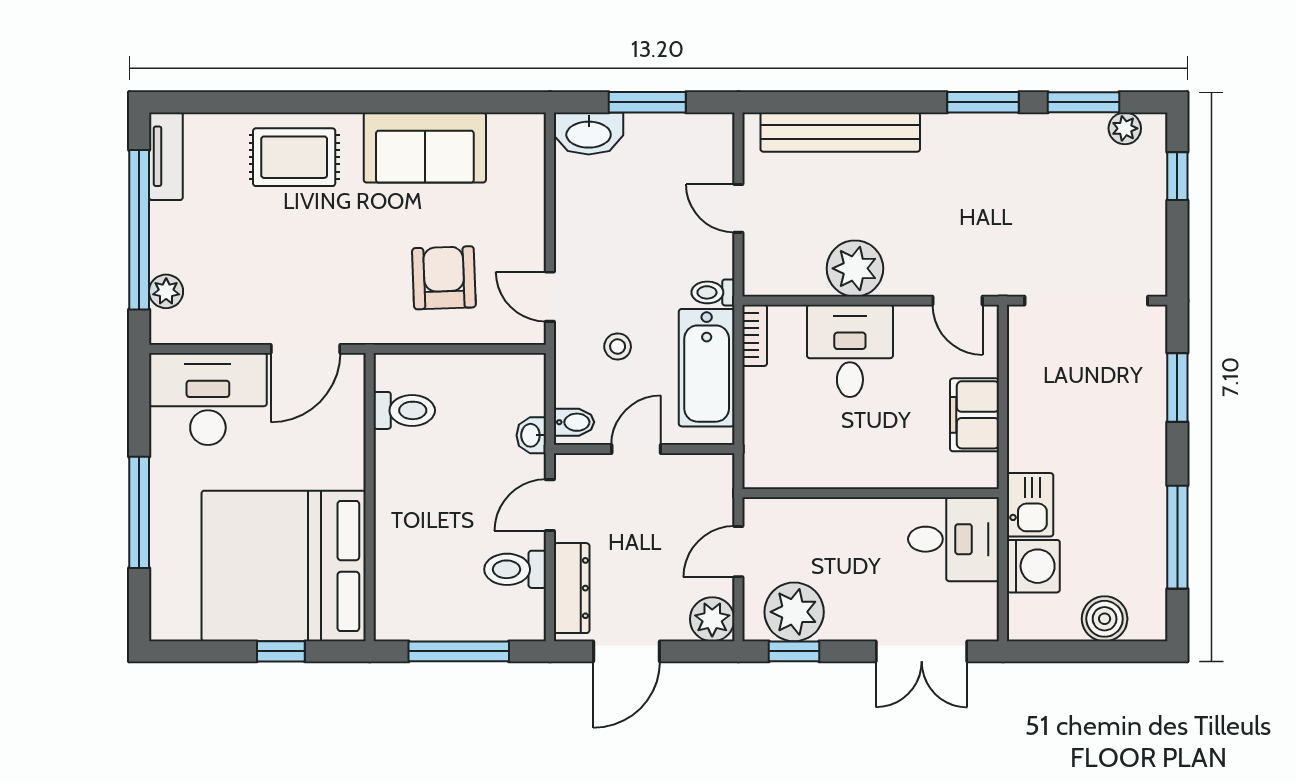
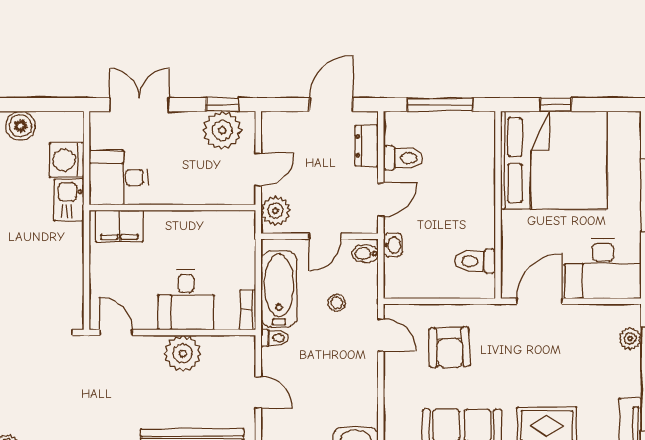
filing cabinet: (975, 415) -> (119, 226), moved, turned 90
dresser: (572, 588) -> (367, 146), width x0.70
plant: (712, 619) -> (275, 211), moved

